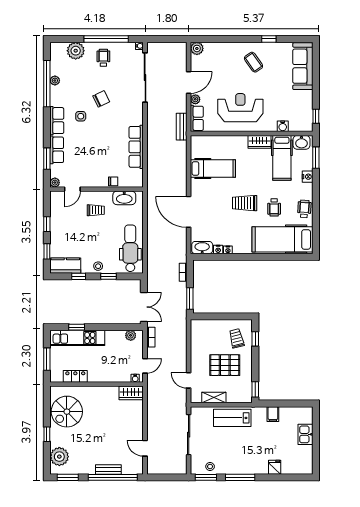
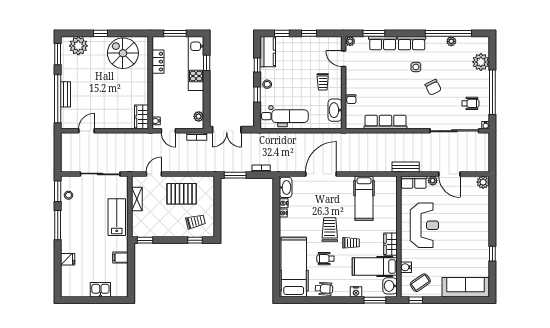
wheelchair: (103, 58) -> (470, 103), moved
coffee table: (253, 62) -> (420, 283), moved
trolley: (258, 182) -> (351, 243), added
pallet: (225, 365) -> (182, 194), moved, turned 90

